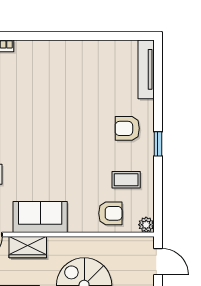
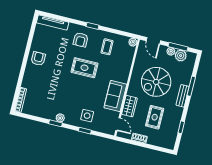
rug: (78, 148) -> (84, 68), added
armchair: (110, 213) -> (38, 59), moved
door: (158, 262) -> (153, 41), swing flipped

